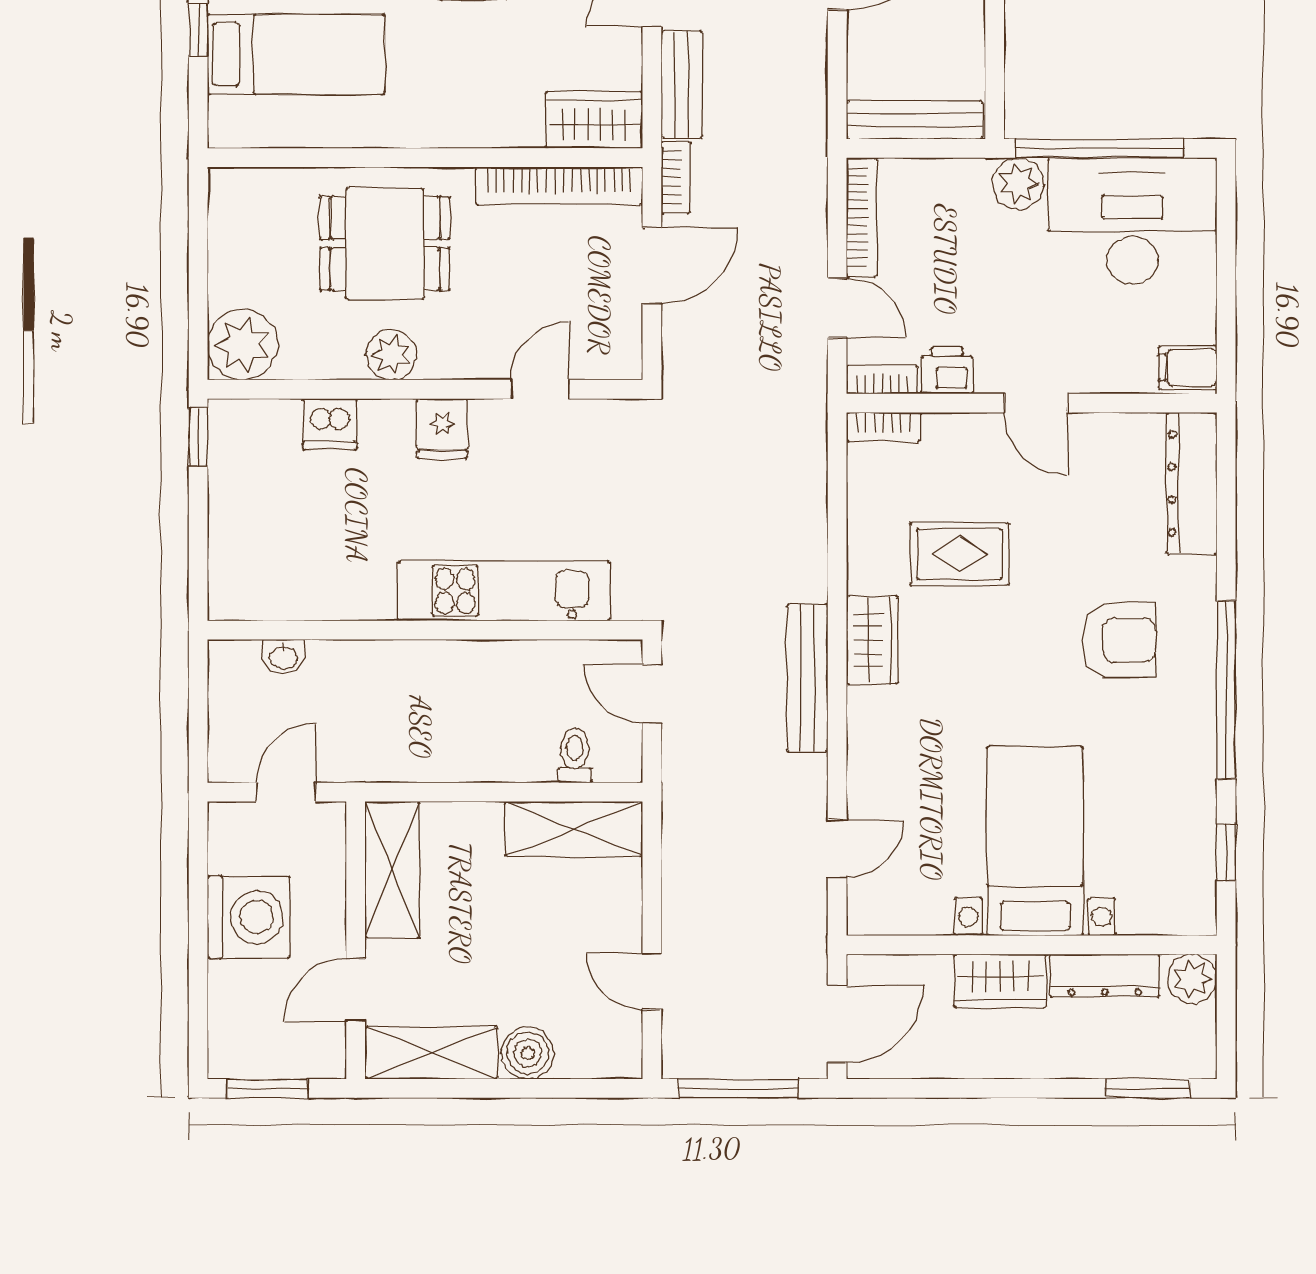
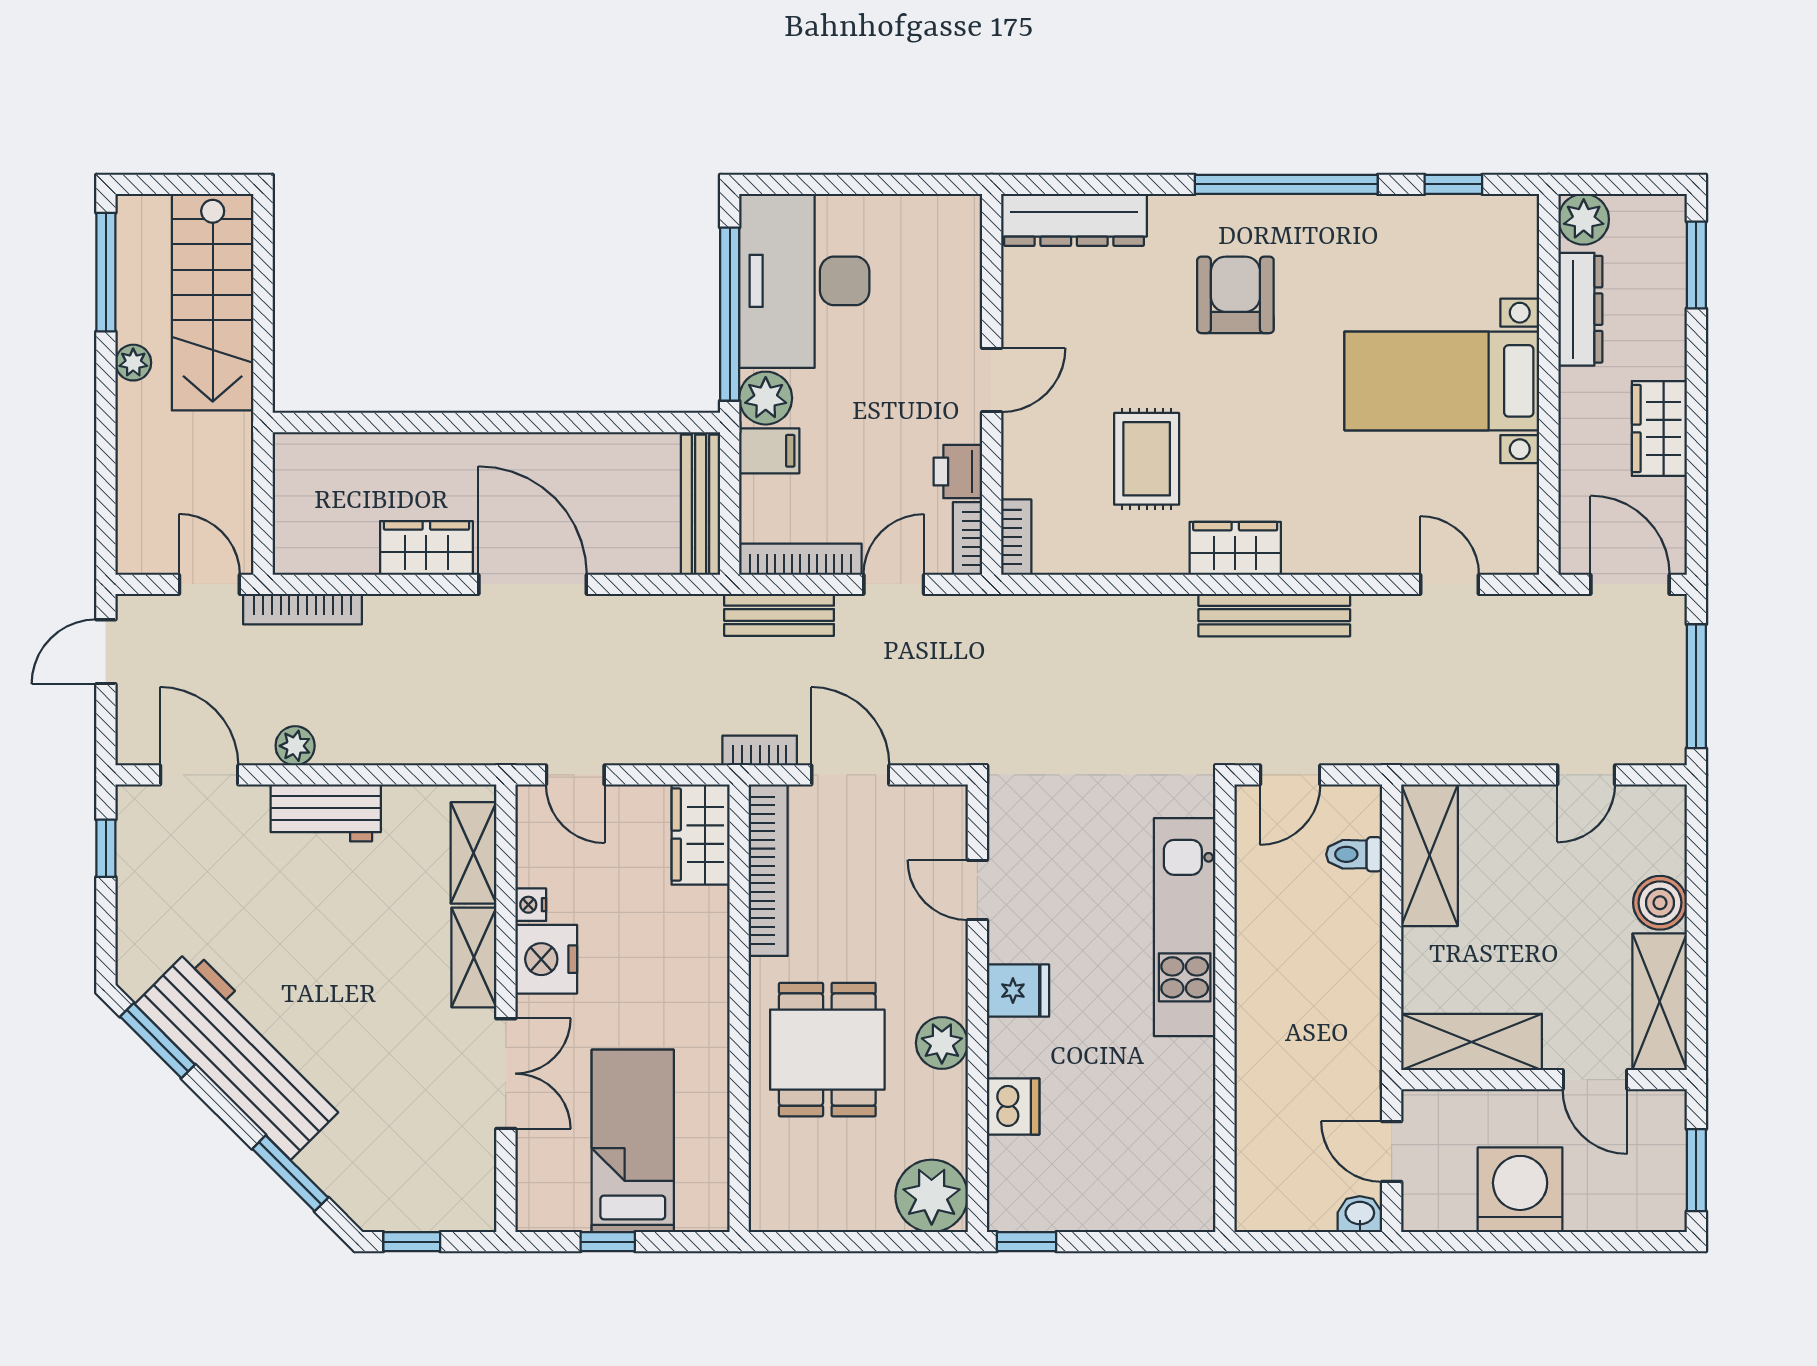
bench: (682, 84) -> (779, 615), moved
filing cabinet: (1188, 368) -> (769, 451), moved, turned -90
washbasin: (283, 657) -> (1360, 1214), moved, turned -90
wardrobe: (1000, 981) -> (1659, 428), moved, turned 180

